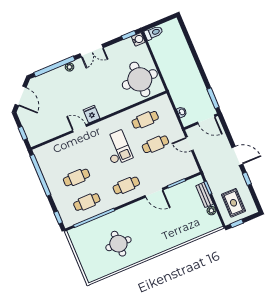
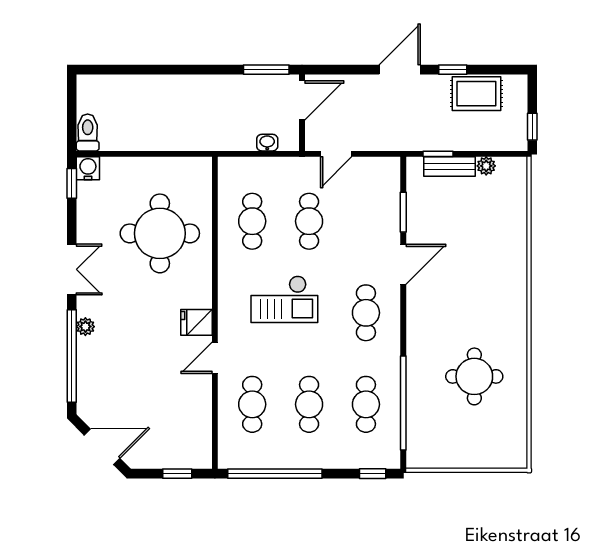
round table: (140, 79) -> (160, 233), moved
checkout: (117, 148) -> (284, 299), turned 180
cafe table: (66, 153) -> (252, 404), added
rug: (233, 203) -> (476, 94), moved

